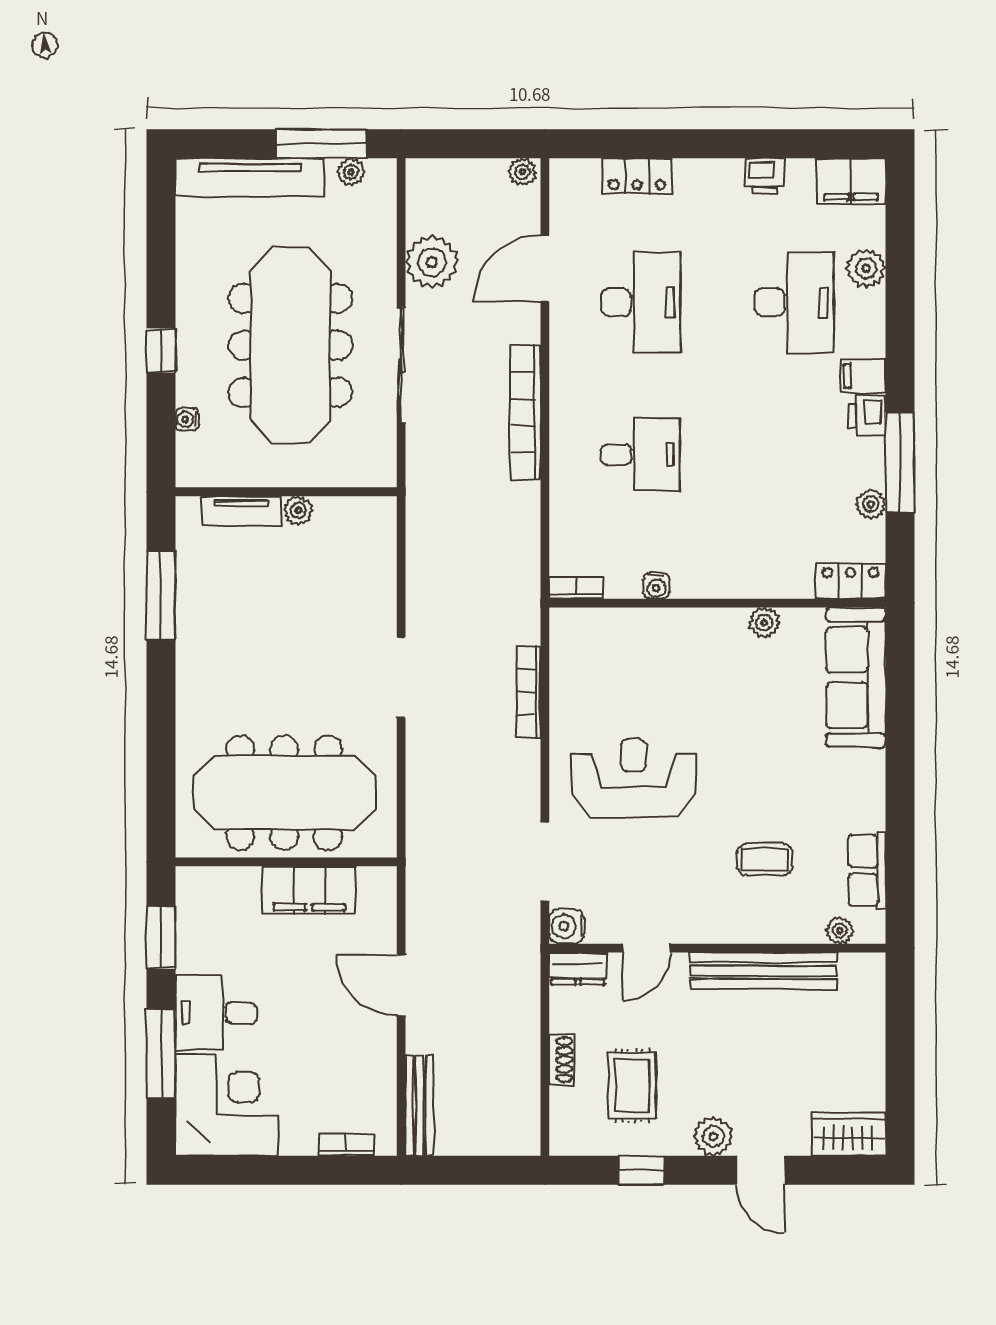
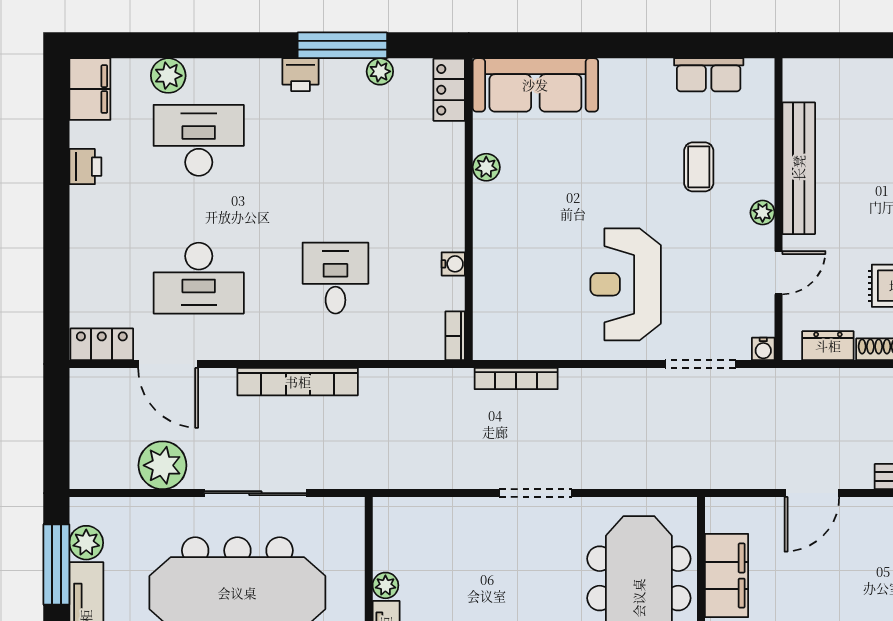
plant: (351, 172) -> (86, 543), width x1.38, depth x1.38
plant: (522, 172) -> (82, 384), removed
locker: (637, 176) -> (102, 344), moved, turned -90
desk: (641, 302) -> (199, 278), turned 180
filing cabinet: (863, 376) -> (265, 78), removed
bookcase: (529, 692) -> (516, 379), moved
water cooler: (567, 926) -> (763, 349), width x0.72, depth x0.72
plant: (840, 930) -> (763, 213), moved
door: (647, 948) -> (778, 273), hinge flipped
dresser: (578, 969) -> (828, 346), moved, turned -90

